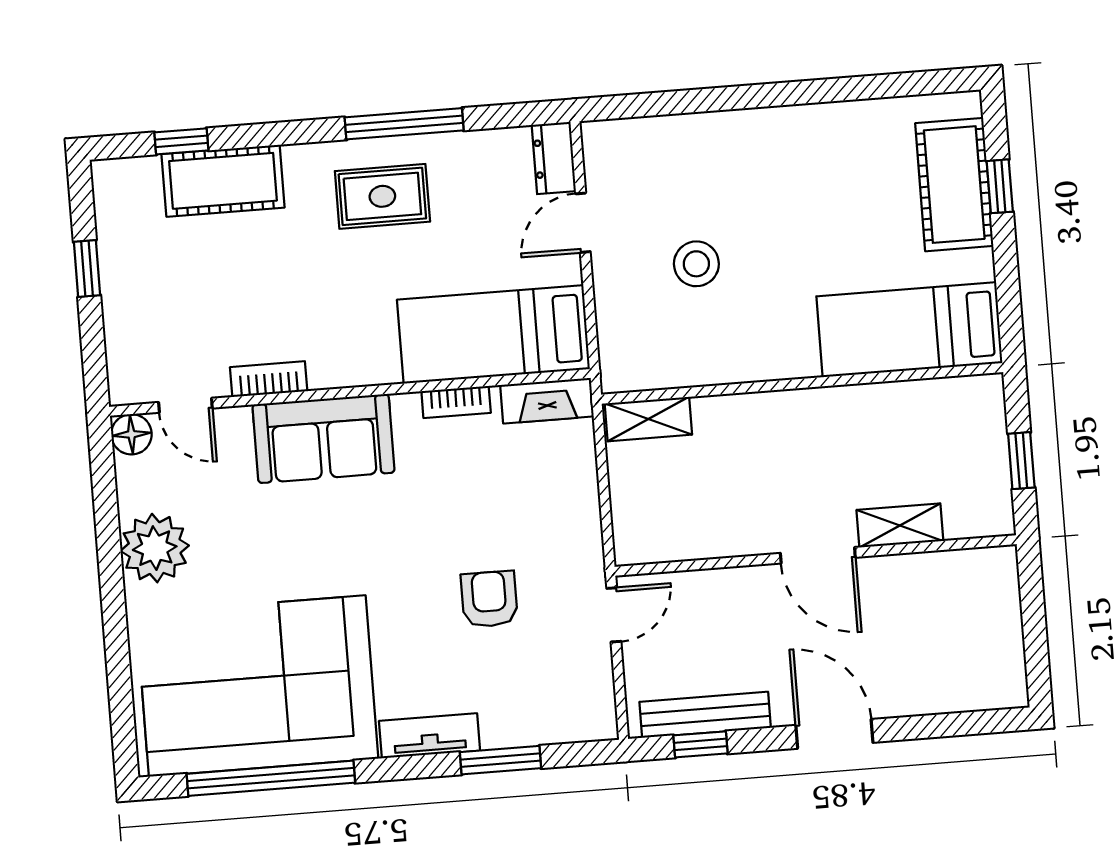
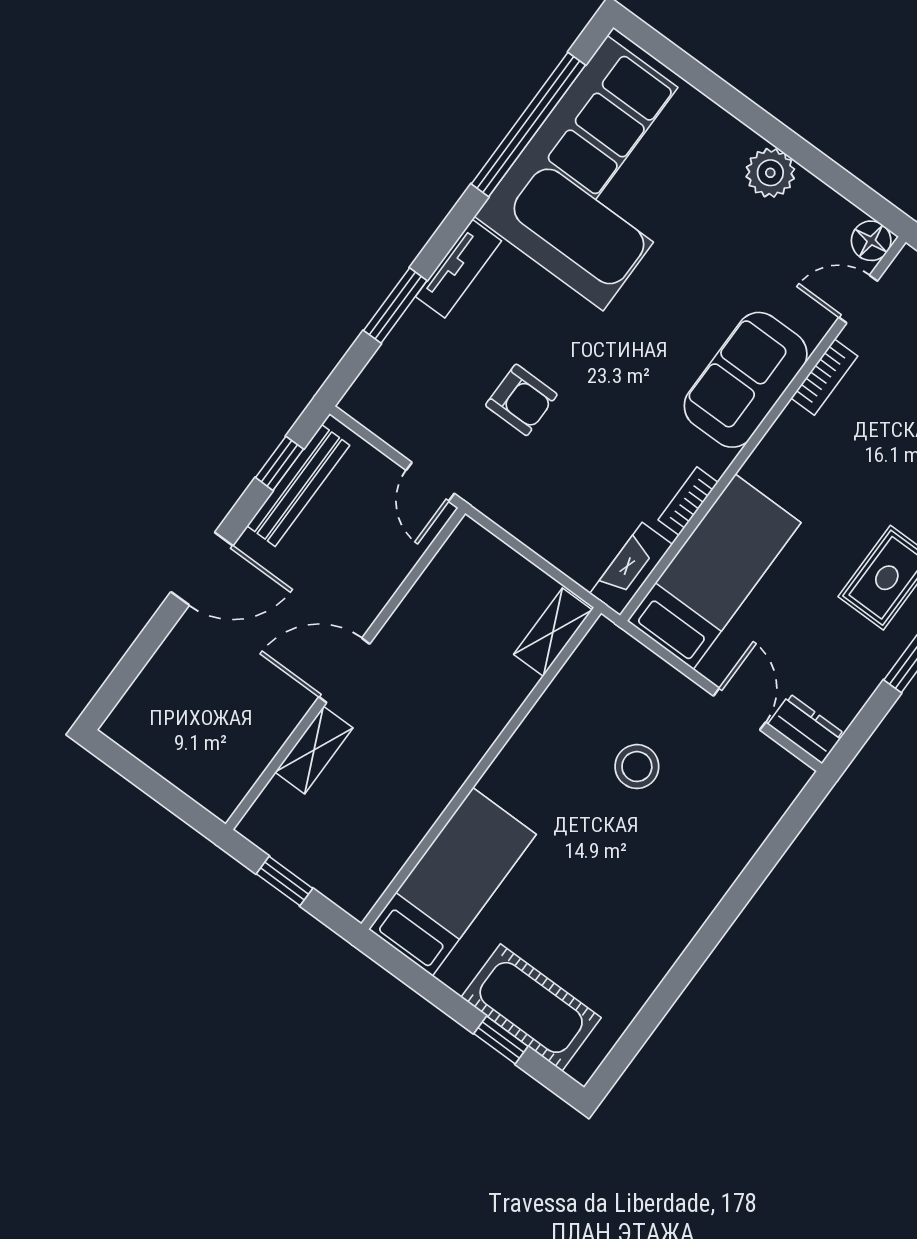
plant: (155, 548) -> (770, 173), width x0.73, depth x0.73

